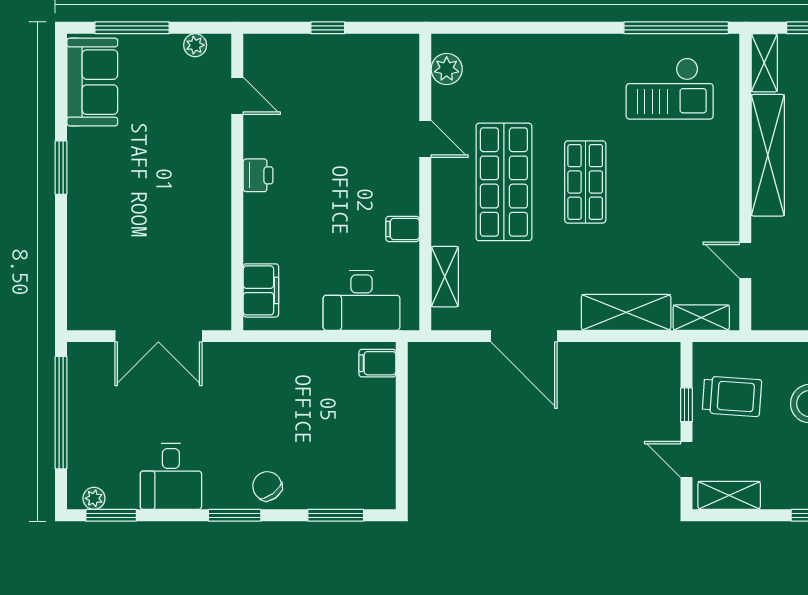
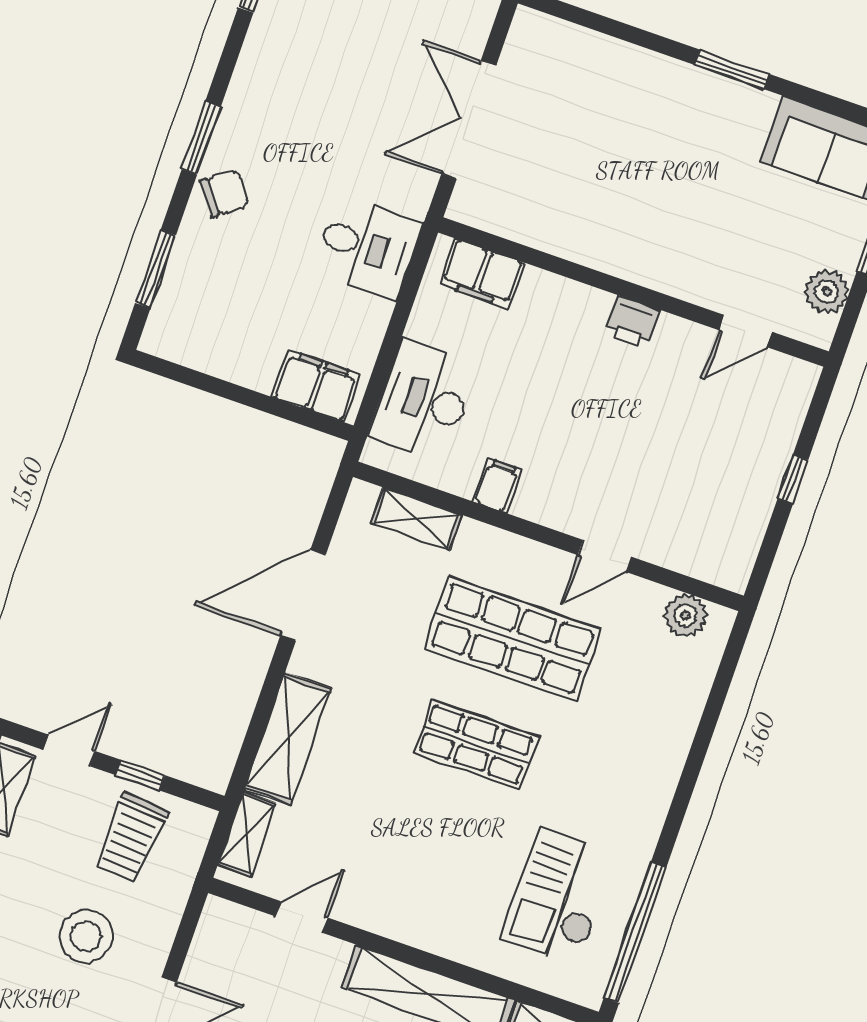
plant: (195, 45) -> (827, 292), width x1.38, depth x1.38
filing cabinet: (377, 363) -> (316, 386), width x2.00
desk: (171, 476) -> (367, 247), moved, turned 180

